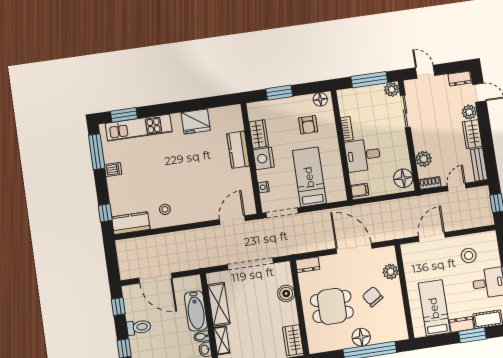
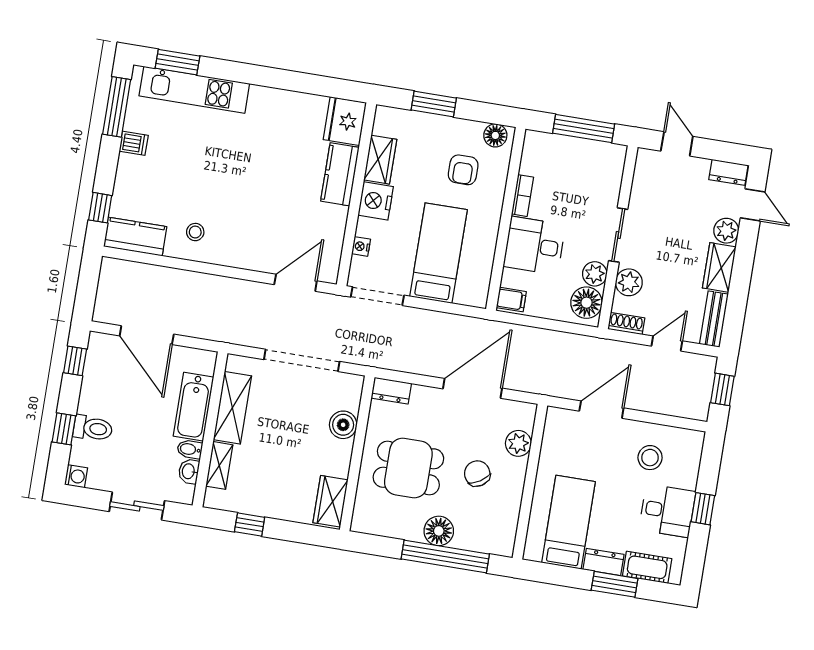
plant: (392, 89) -> (595, 274), moved
sliding door: (405, 112) -> (618, 235), moved
fridge: (196, 122) -> (345, 121), moved, turned 90
door: (354, 248) -> (473, 388), hinge flipped
toilet: (139, 327) -> (93, 428), moved

